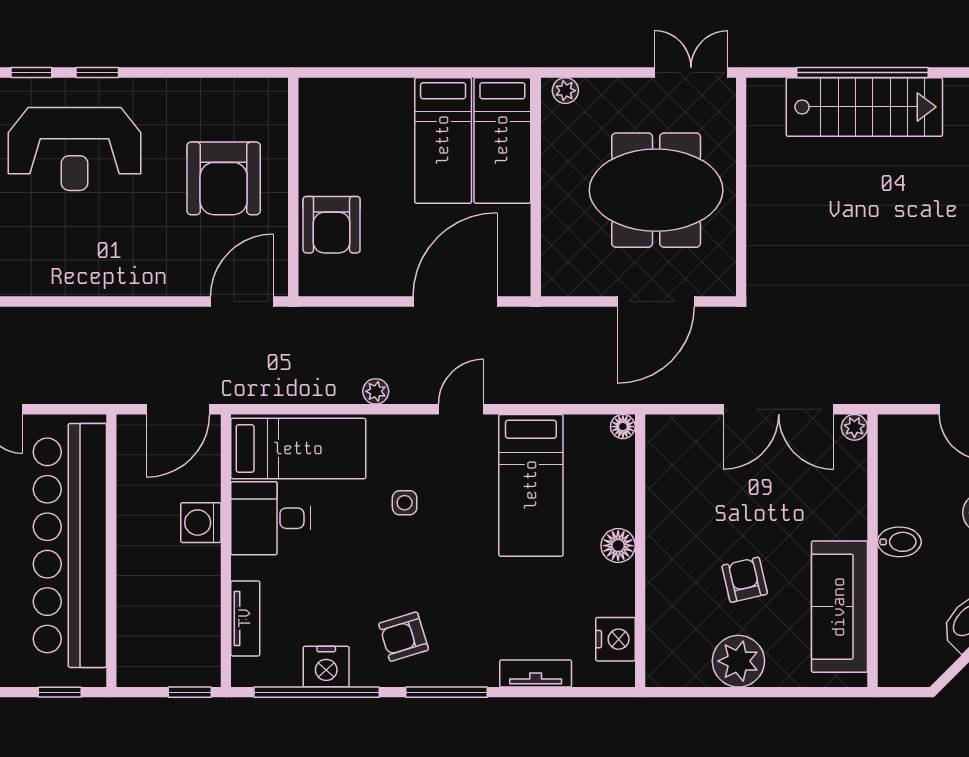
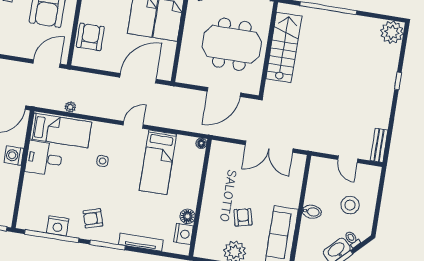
stairs: (864, 107) -> (284, 47), moved, turned -90
armchair: (332, 225) -> (90, 37), turned 180
plant: (376, 391) -> (70, 107), moved
plant: (854, 427) -> (300, 160), removed
floor lamp: (618, 546) -> (187, 216), moved
tv unit: (245, 618) -> (26, 200), removed
tv unit: (536, 673) -> (141, 242), width x1.41

